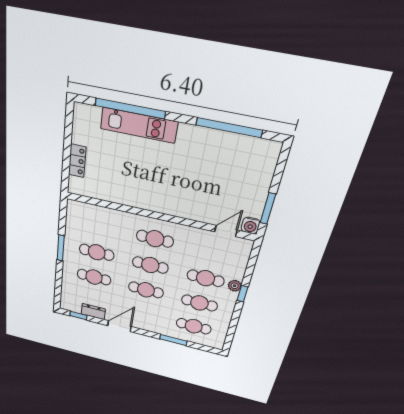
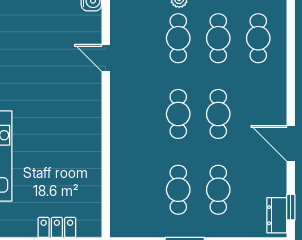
door: (226, 231) -> (106, 58), moved
cafe table: (155, 239) -> (138, 114), removed
dresser: (93, 312) -> (277, 215), moved
window: (173, 340) -> (291, 62), removed

